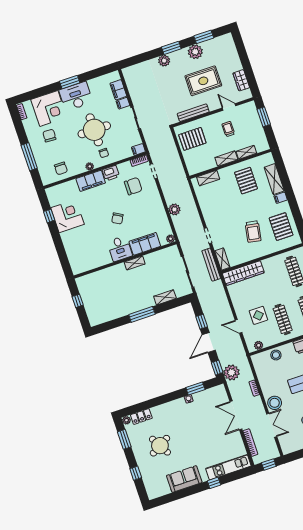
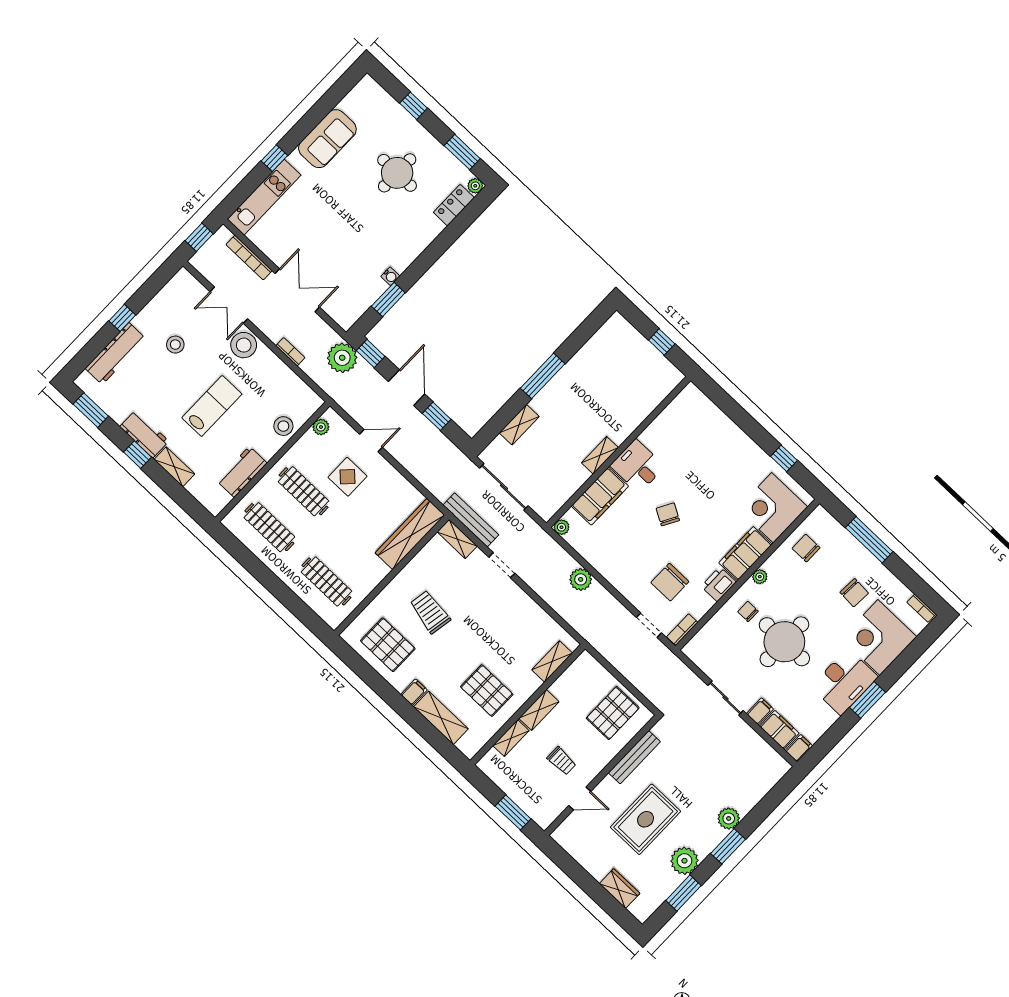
wardrobe: (241, 80) -> (620, 889), moved
filing cabinet: (138, 149) -> (799, 748), moved
corner desk: (67, 216) -> (773, 508), moved, turned 90
round table: (160, 446) -> (397, 173), turned 30

